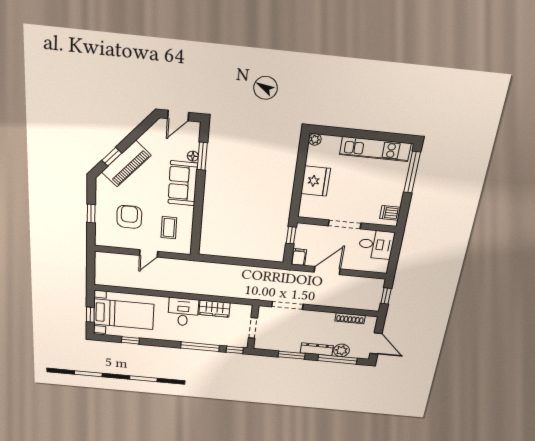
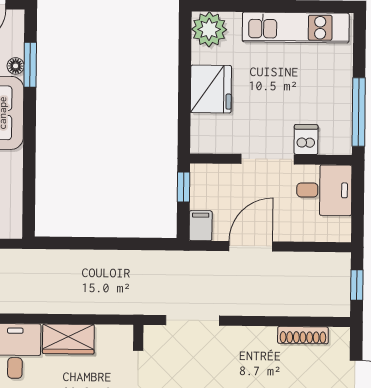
plant: (315, 139) -> (209, 29), width x1.88, depth x1.88
window: (412, 172) -> (359, 112), moved
dishwasher: (390, 213) -> (306, 140), moved, turned 90

